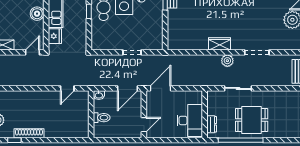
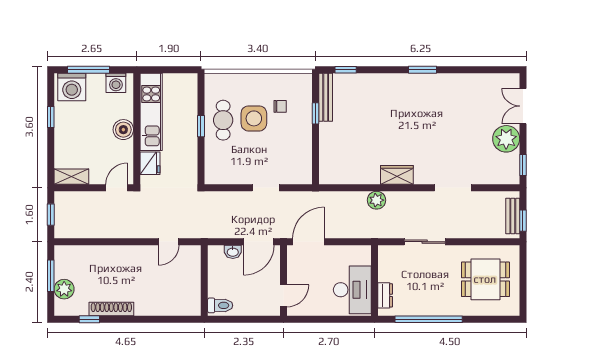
plant: (227, 61) -> (376, 200), moved
washbasin: (99, 95) -> (233, 252), moved
toilet: (102, 118) -> (220, 305), moved
dining table: (252, 120) -> (485, 279), moved

